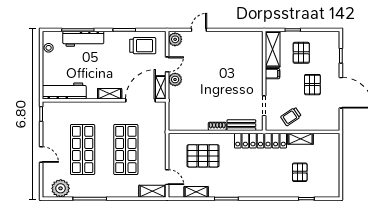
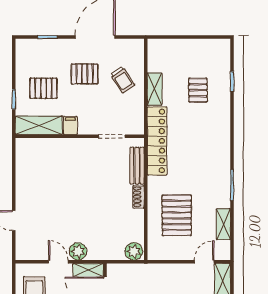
plant: (175, 39) -> (134, 251), moved
trolley: (291, 117) -> (122, 80), moved
pallet: (300, 172) -> (198, 90), turned 90

